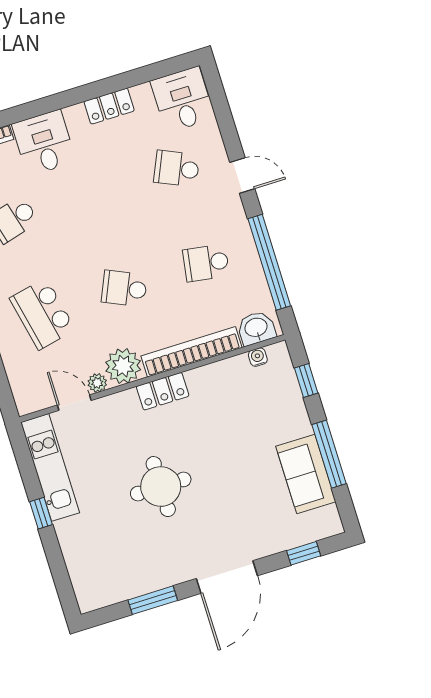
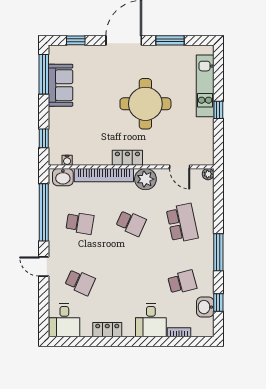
plant: (97, 383) -> (208, 174), moved
window: (329, 454) -> (44, 74), moved
kitchen unit: (50, 467) -> (205, 86), moved
round table: (161, 487) -> (145, 104), width x1.36, depth x1.36

